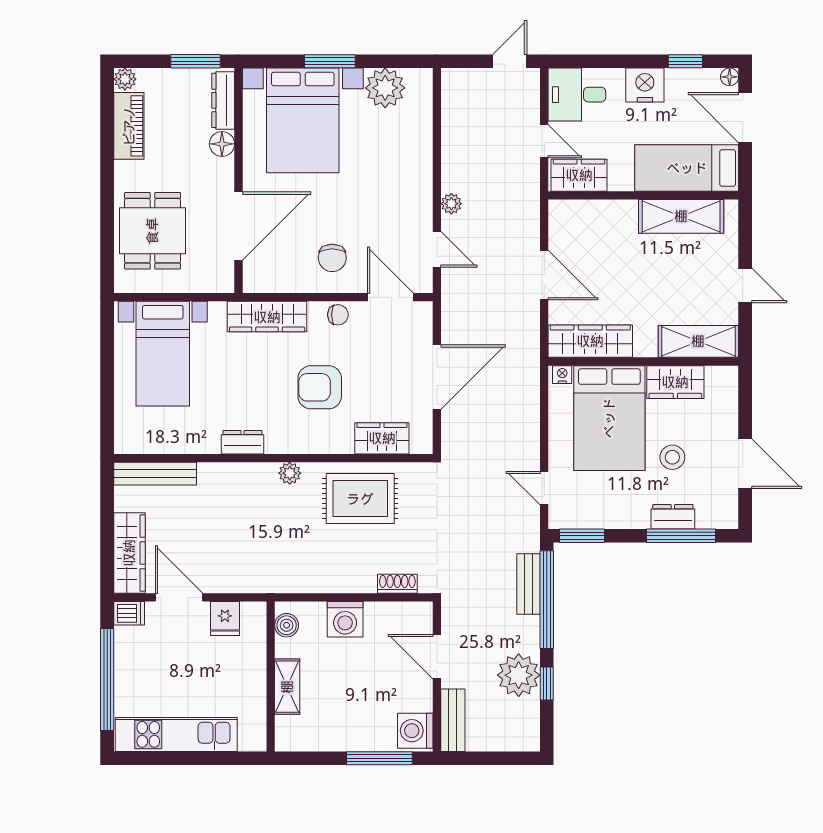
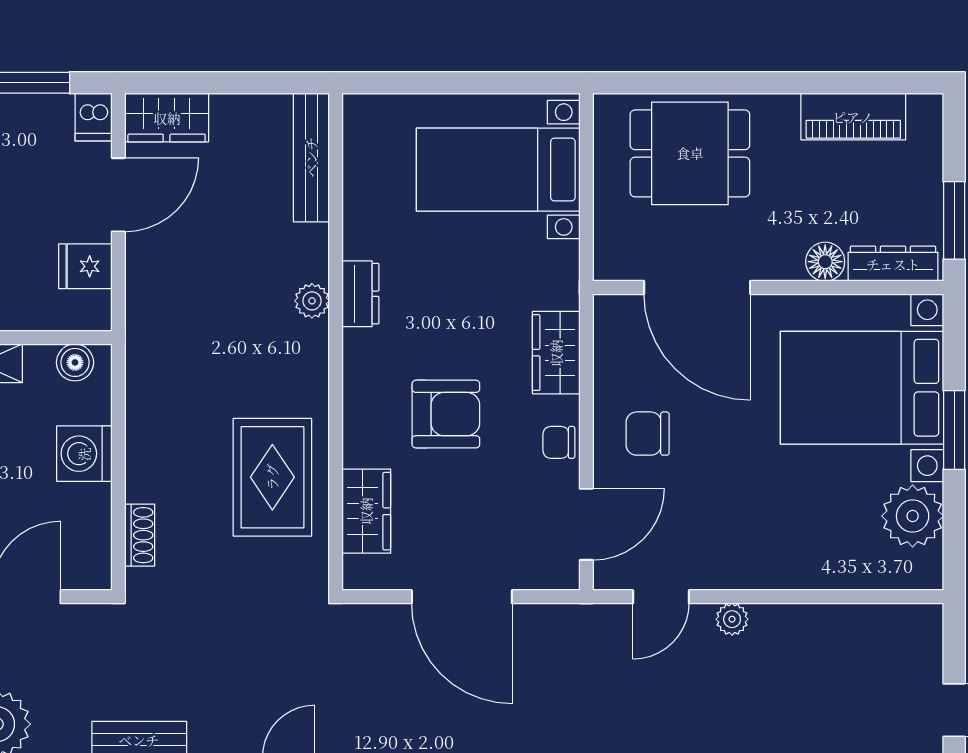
plant: (125, 79) -> (926, 110), removed
chair: (338, 315) -> (559, 442), turned 90
wardrobe: (267, 317) -> (556, 353), width x0.67
armchair: (320, 387) -> (446, 414), turned 90
plant: (290, 473) -> (312, 301), moved
wardrobe: (129, 553) -> (167, 118), width x0.67

